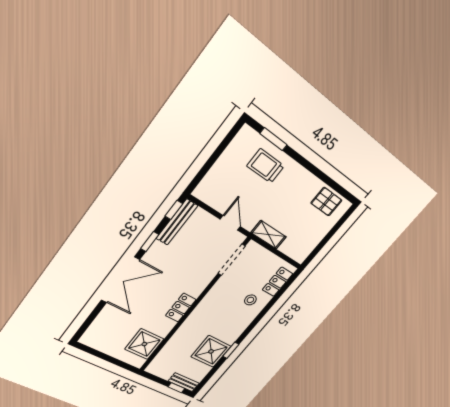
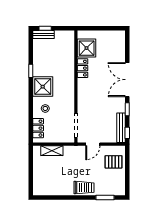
trolley: (266, 166) -> (84, 188), moved
pallet: (326, 202) -> (114, 162), moved
door: (230, 223) -> (93, 144), hinge flipped
shelving: (269, 235) -> (52, 151), moved
locker: (181, 308) -> (83, 68), moved
shower: (211, 351) -> (43, 87), moved

